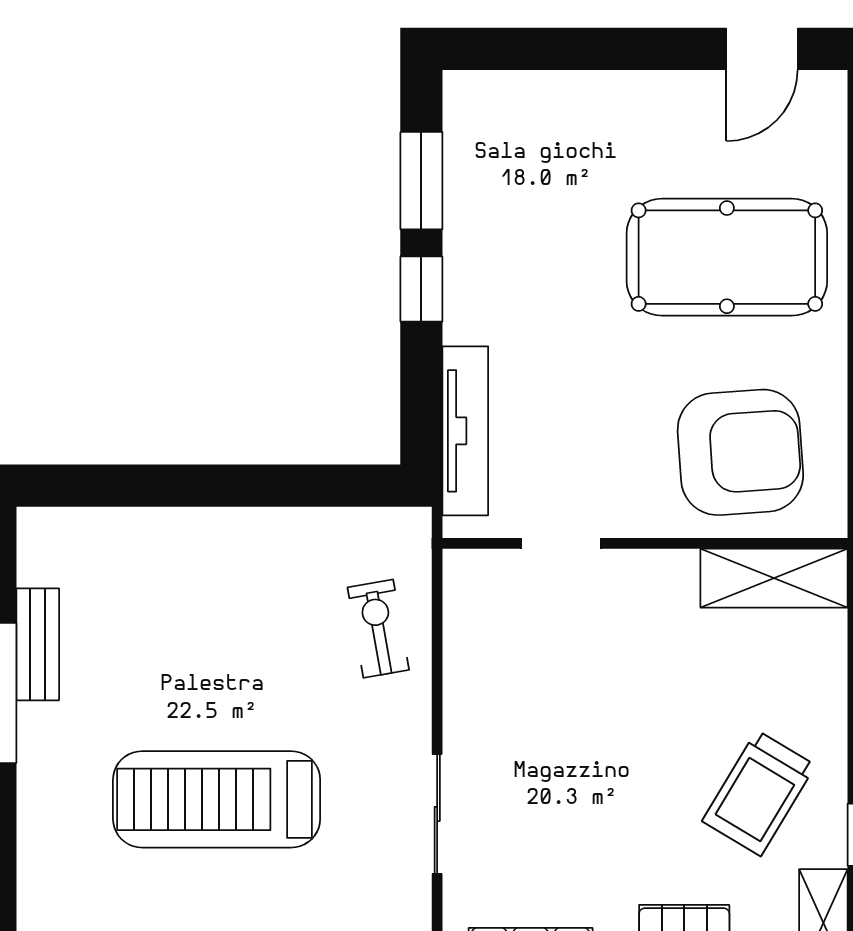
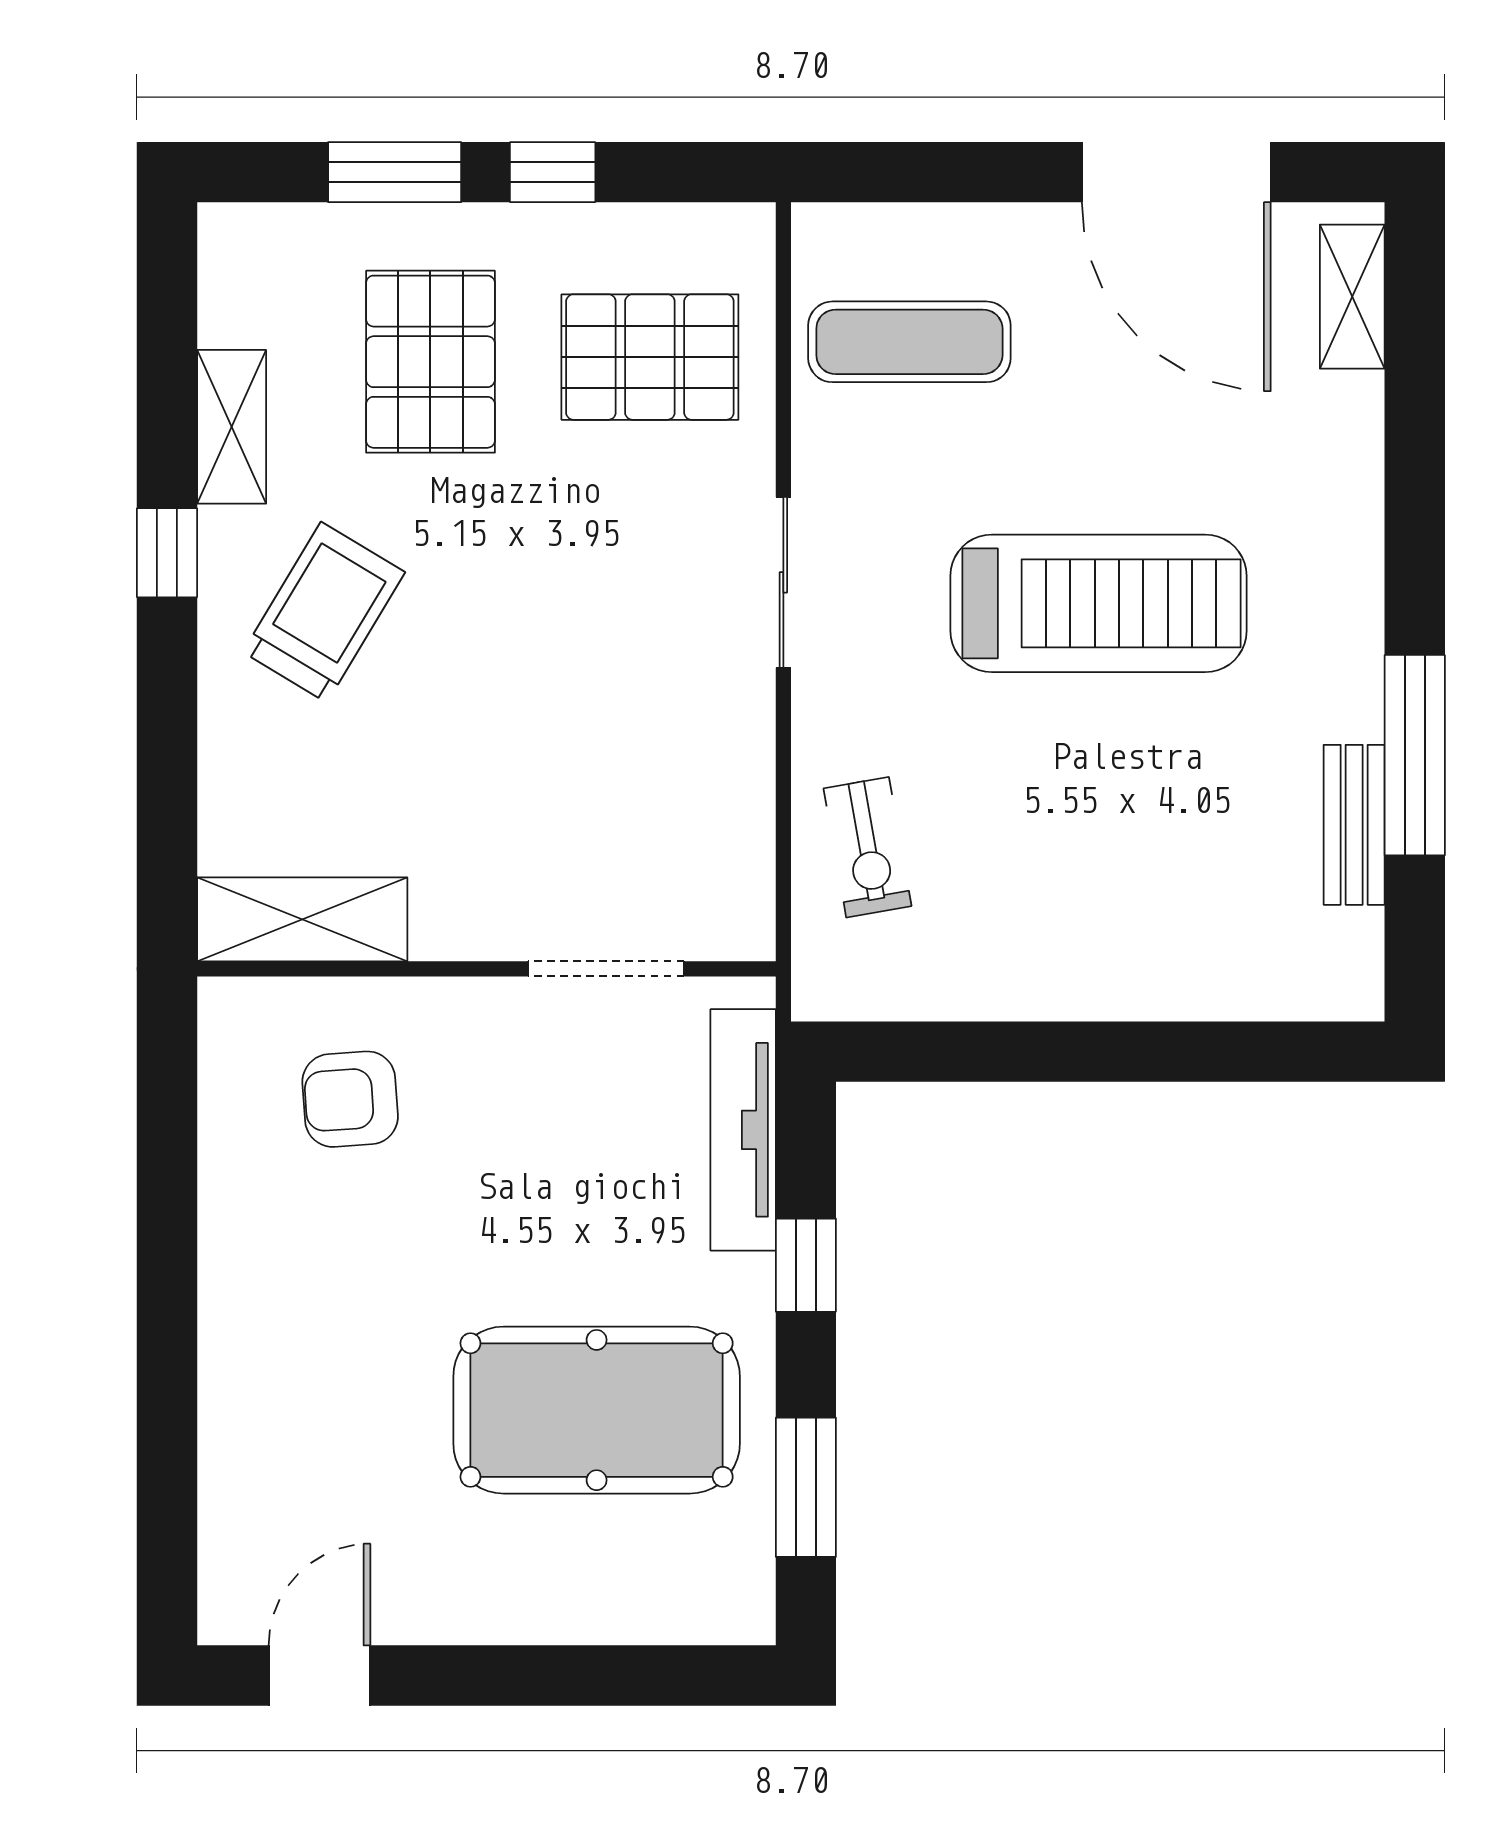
pool table: (727, 257) -> (597, 1410), moved
window: (421, 289) -> (806, 1265), moved
armchair: (740, 452) -> (350, 1099), width x0.53, depth x0.53
doorway: (561, 543) -> (606, 969), width x1.38

